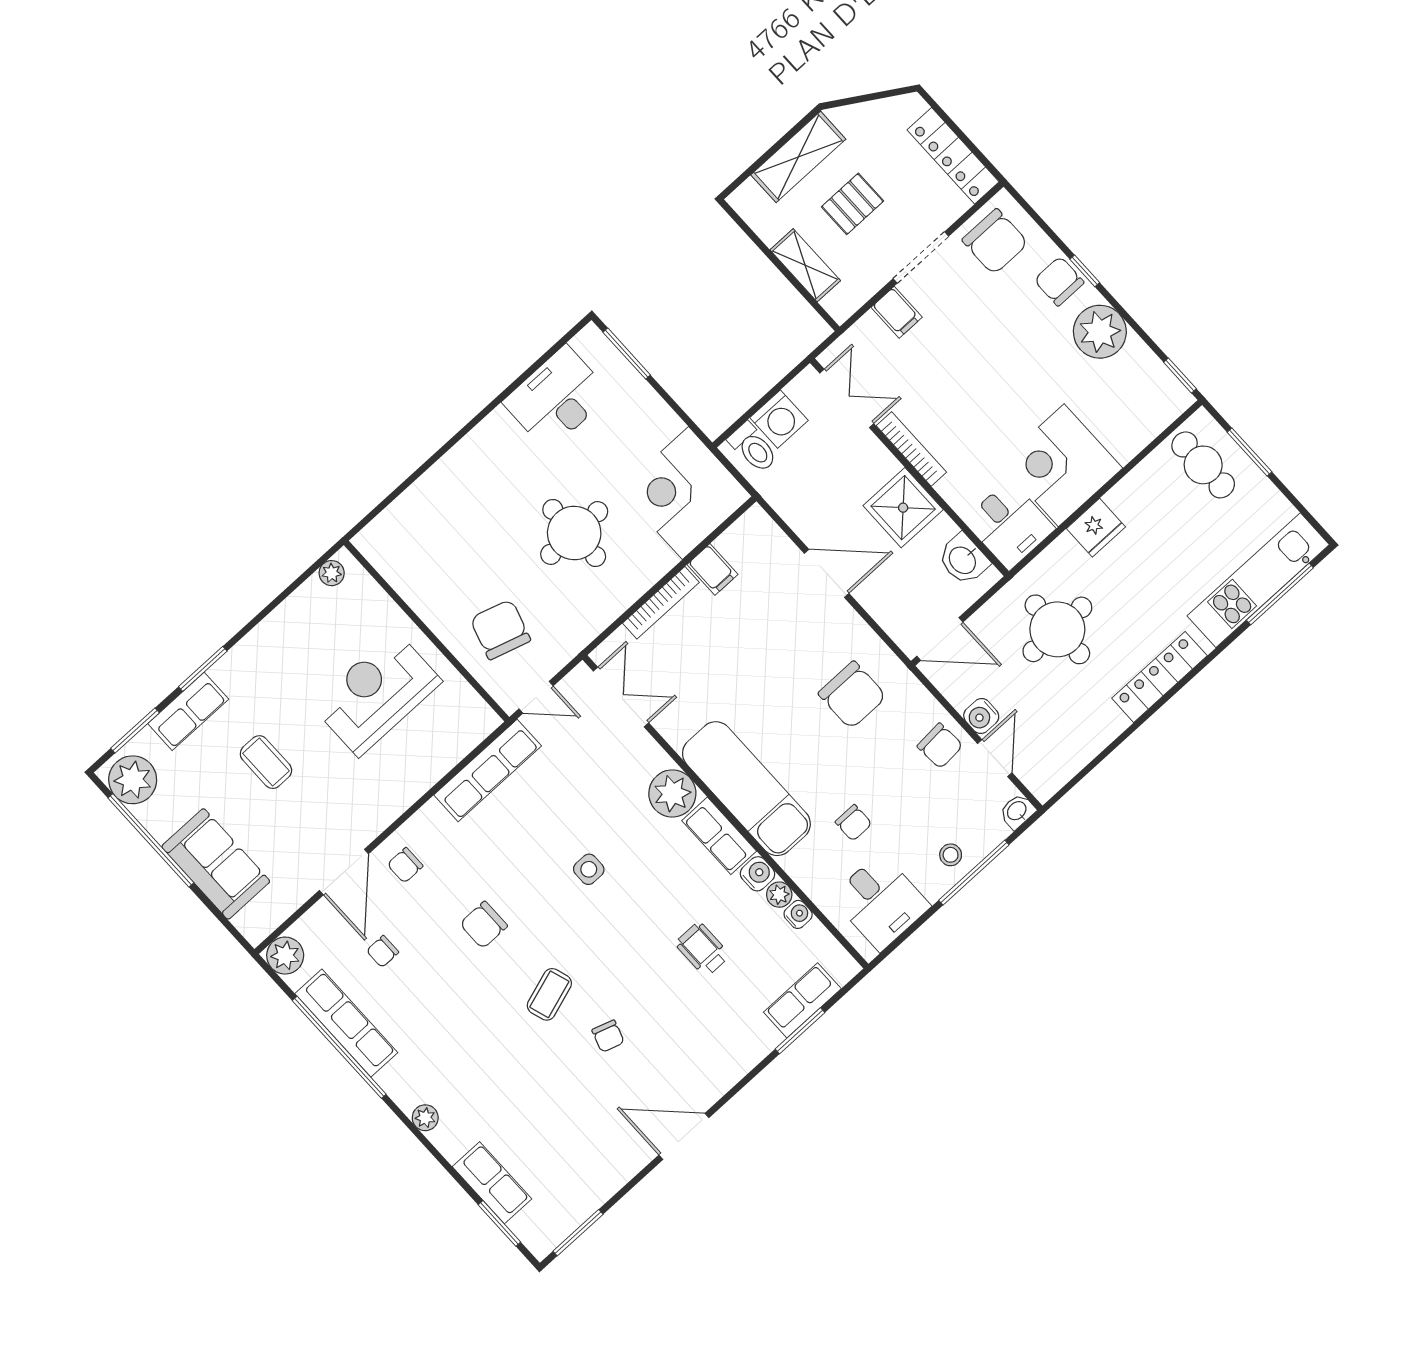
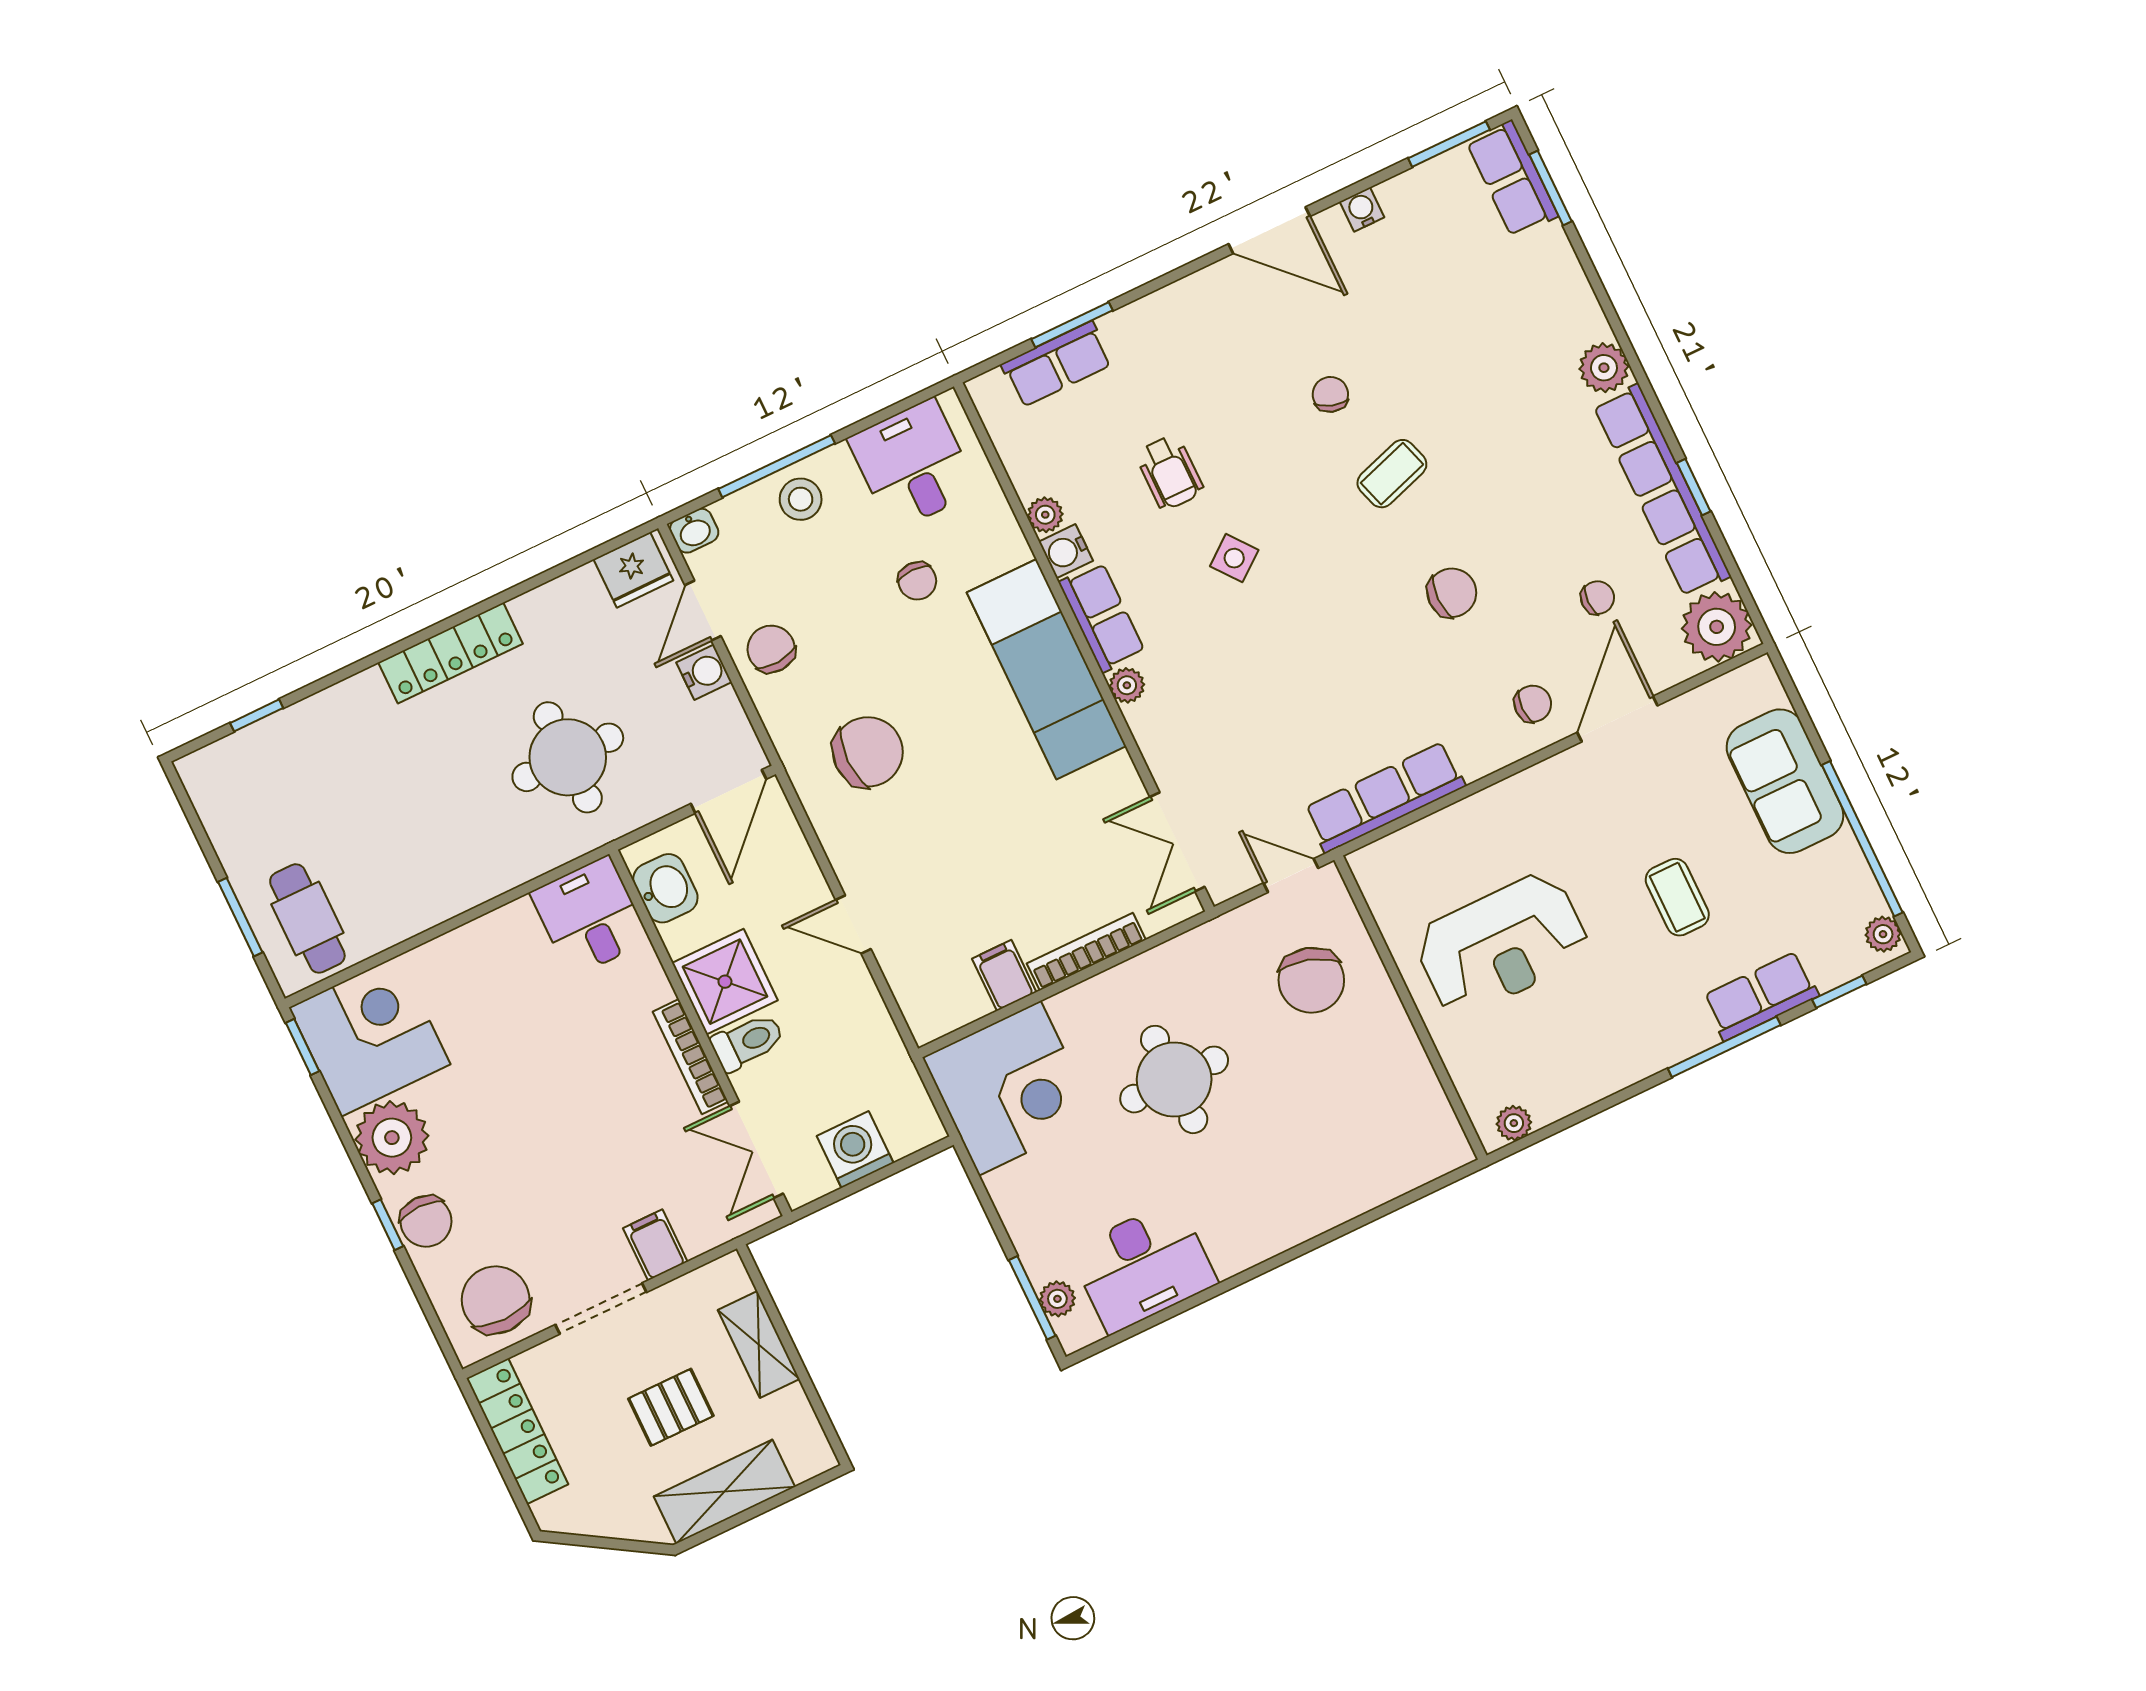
plant: (609, 358) -> (1057, 1299), added
toilet: (753, 448) -> (748, 1042), moved, turned 90
corner desk: (1061, 465) -> (370, 1036), moved, turned -90
fridge: (1096, 528) -> (633, 570), moved, turned 180
door: (827, 573) -> (853, 925), width x0.73
kitchen unit: (1258, 580) -> (280, 743), removed
window: (1280, 594) -> (257, 715), width x0.46
door: (940, 639) -> (729, 791), swing flipped
window: (203, 669) -> (1724, 1047), width x1.44
chair: (852, 695) -> (868, 752), turned 90
window: (135, 730) -> (1839, 992), width x0.67
plant: (133, 780) -> (1883, 934), width x0.53, depth x0.53
plant: (672, 793) -> (1127, 685), width x0.53, depth x0.53
chair: (854, 823) -> (917, 581), turned 180
stool: (951, 855) -> (801, 499), width x1.37, depth x1.37
side table: (589, 869) -> (1234, 558), moved, turned -38
water cooler: (798, 914) -> (1362, 210), moved, turned 90
plant: (285, 956) -> (1717, 627), width x1.36, depth x1.36
row of seats: (346, 1023) -> (1662, 491), width x1.36
window: (339, 1047) -> (1694, 487), width x0.32
plant: (425, 1118) -> (1604, 368), width x1.38, depth x1.38
row of seats: (492, 1183) -> (1512, 179), moved

